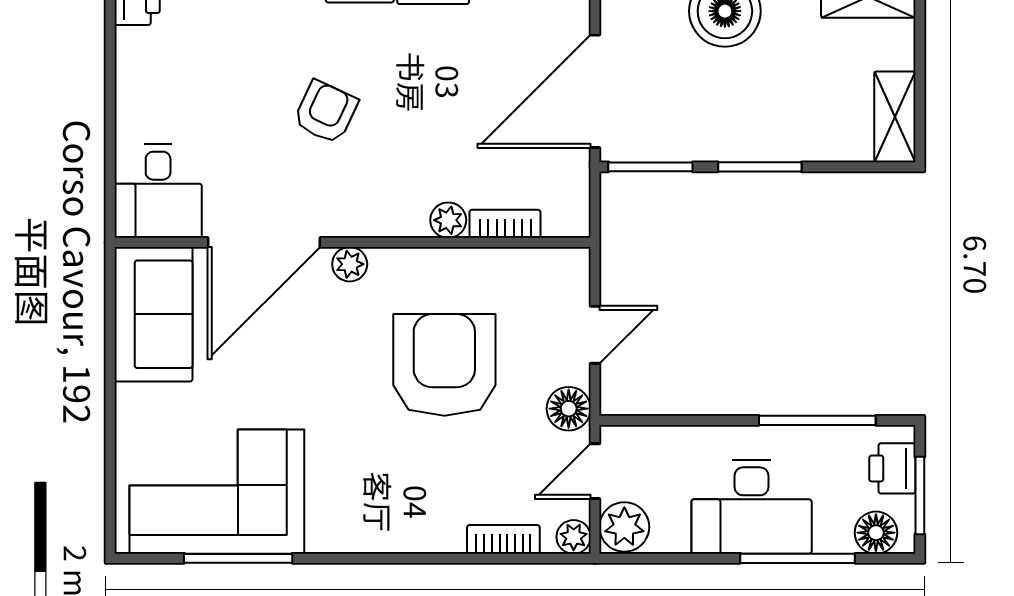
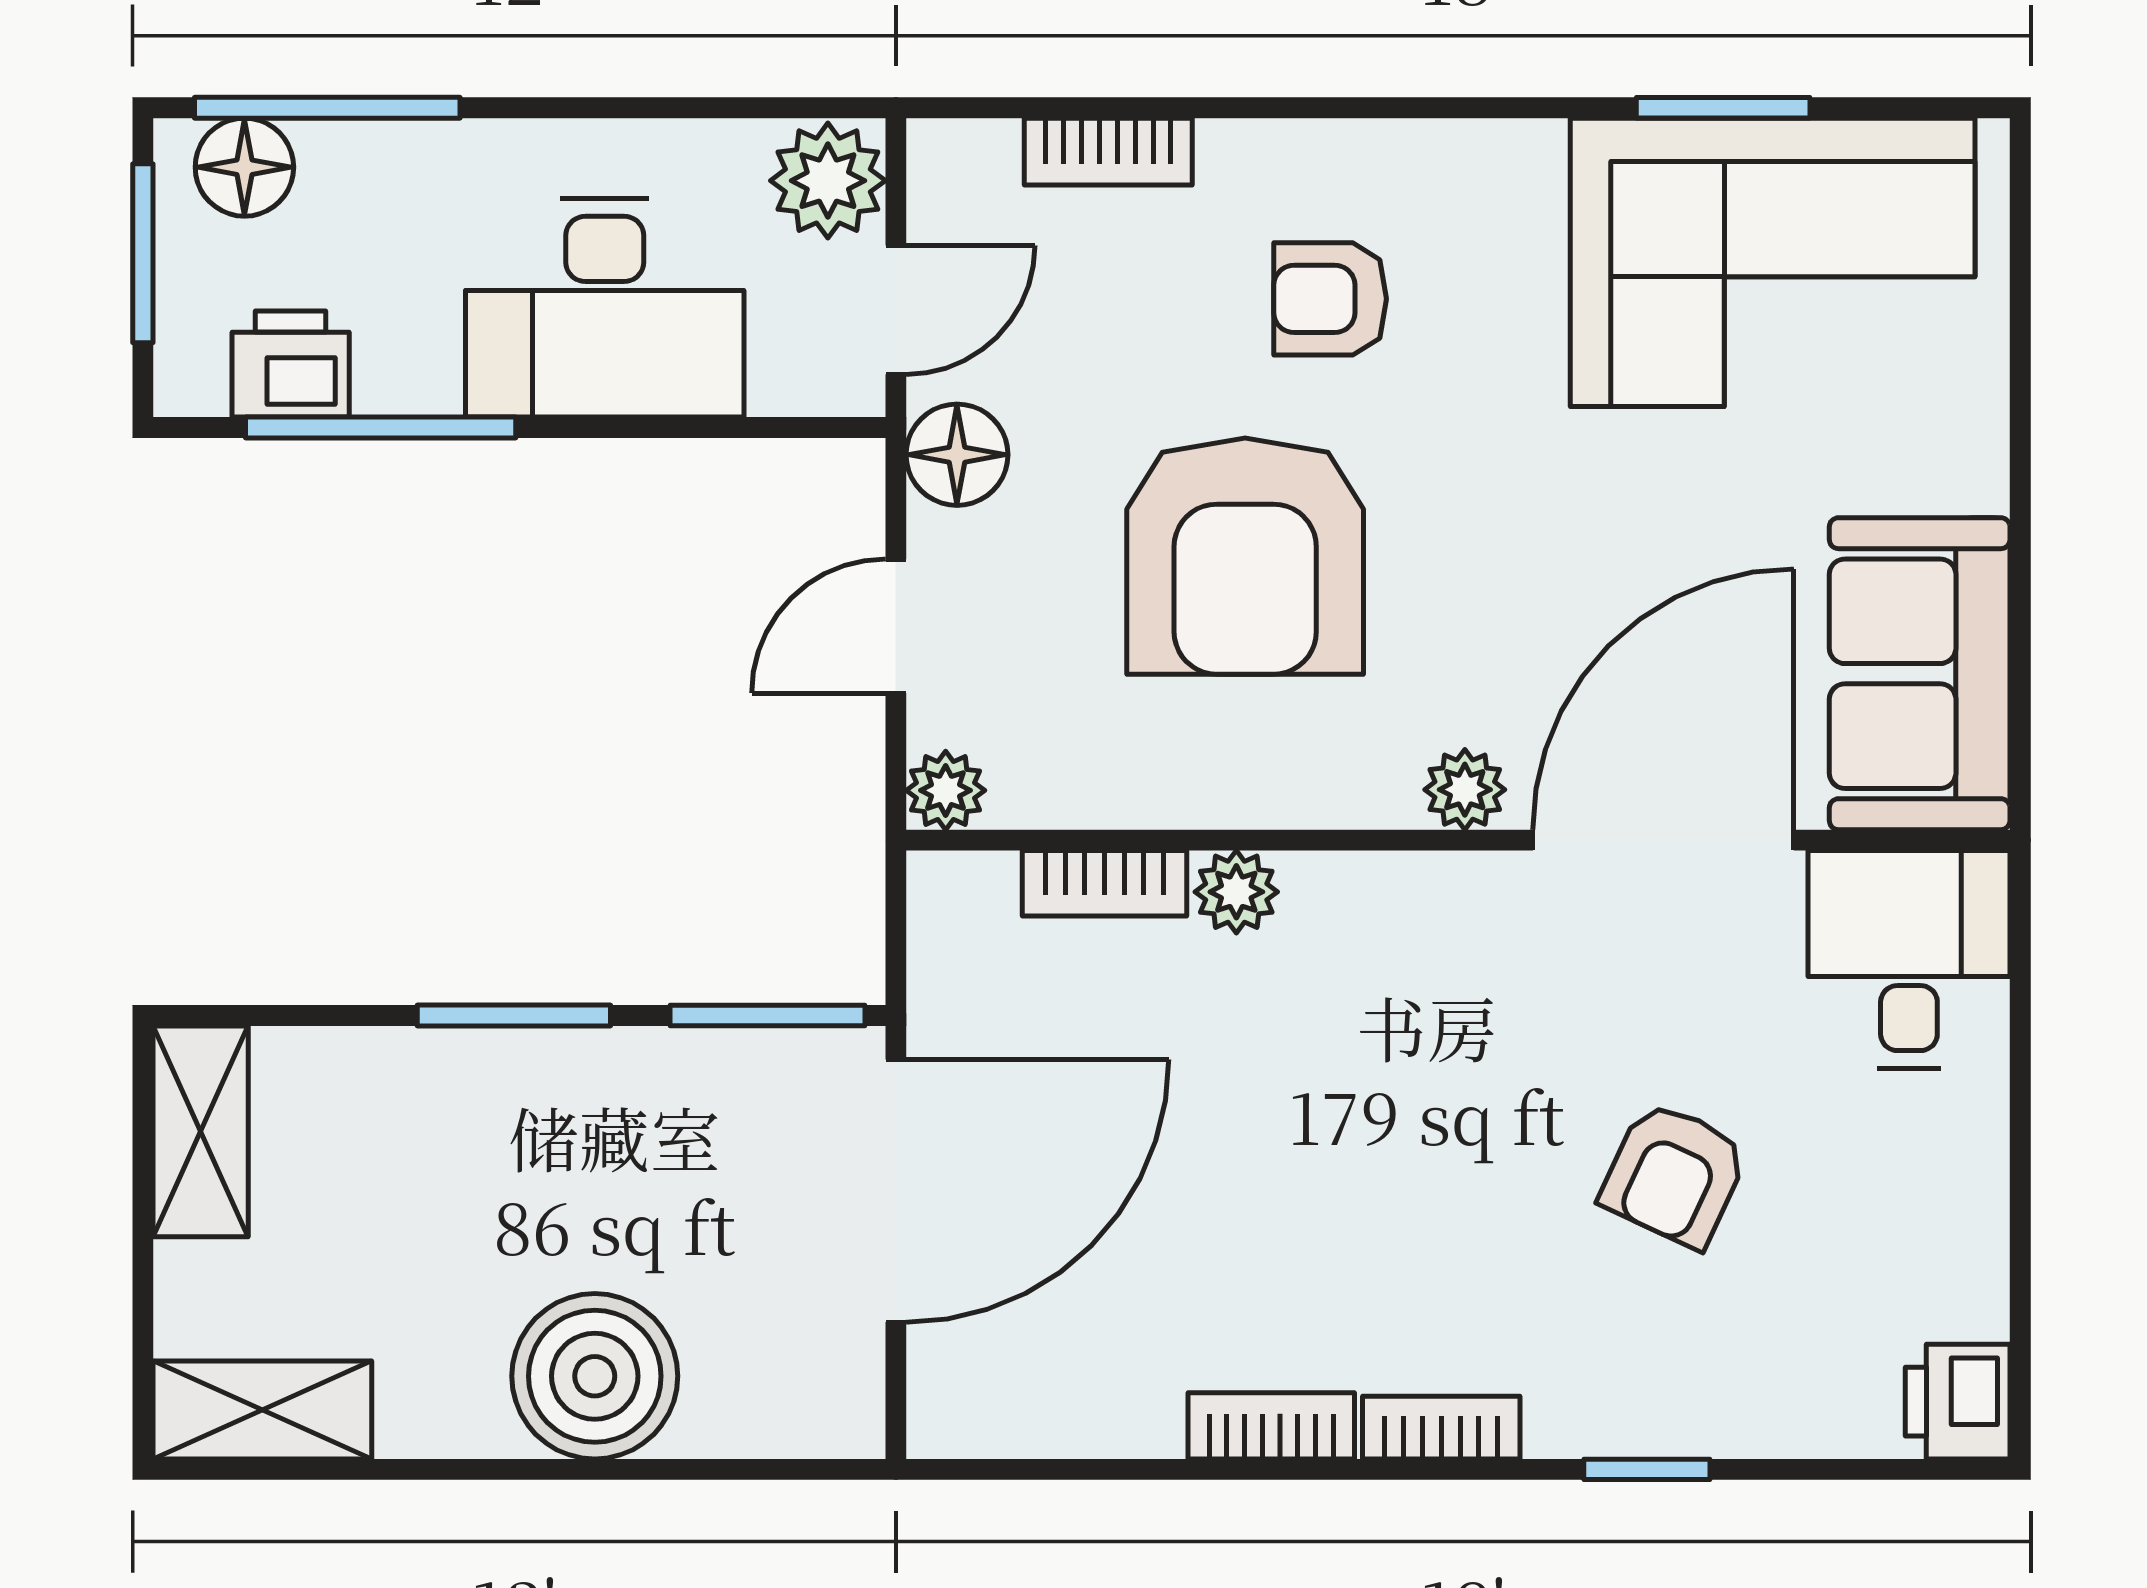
armchair: (326, 112) -> (1674, 1174), moved
printer: (892, 468) -> (291, 364), moved, turned -90
armchair: (408, 476) -> (1330, 299), added
desk: (752, 507) -> (605, 308), moved, turned 180
plant: (574, 537) -> (946, 790), moved
window: (238, 558) -> (1723, 108), width x0.69
window: (798, 558) -> (327, 108), moved

